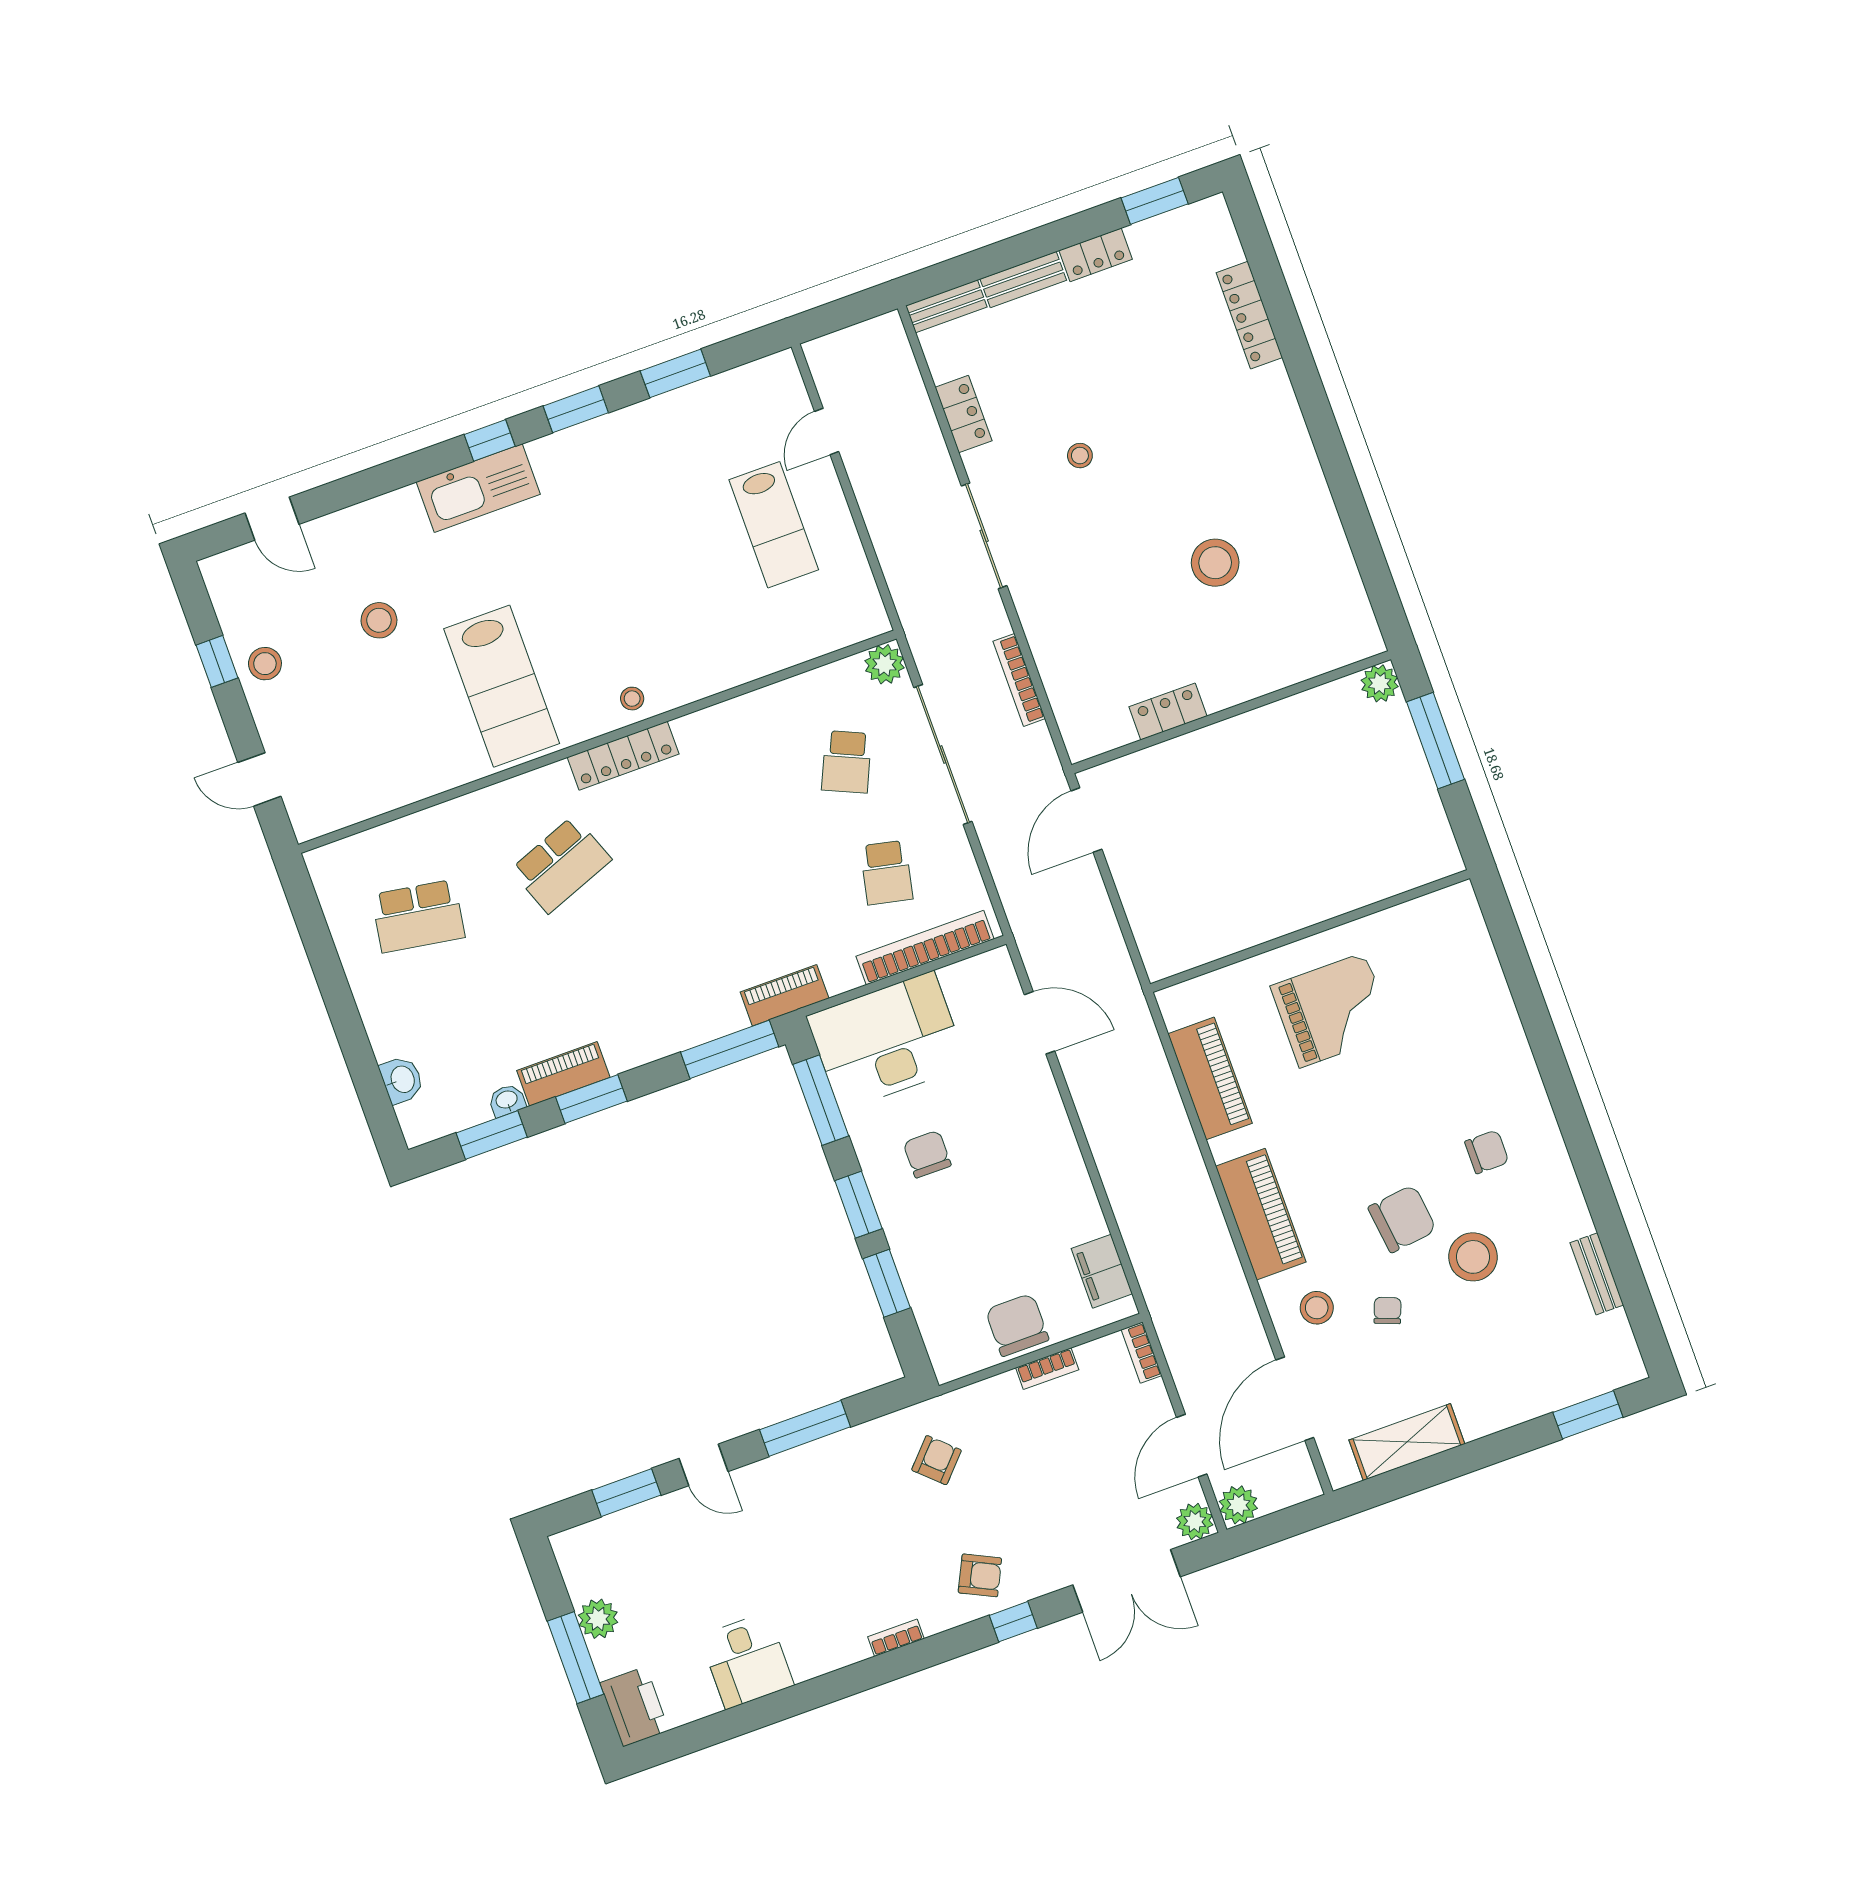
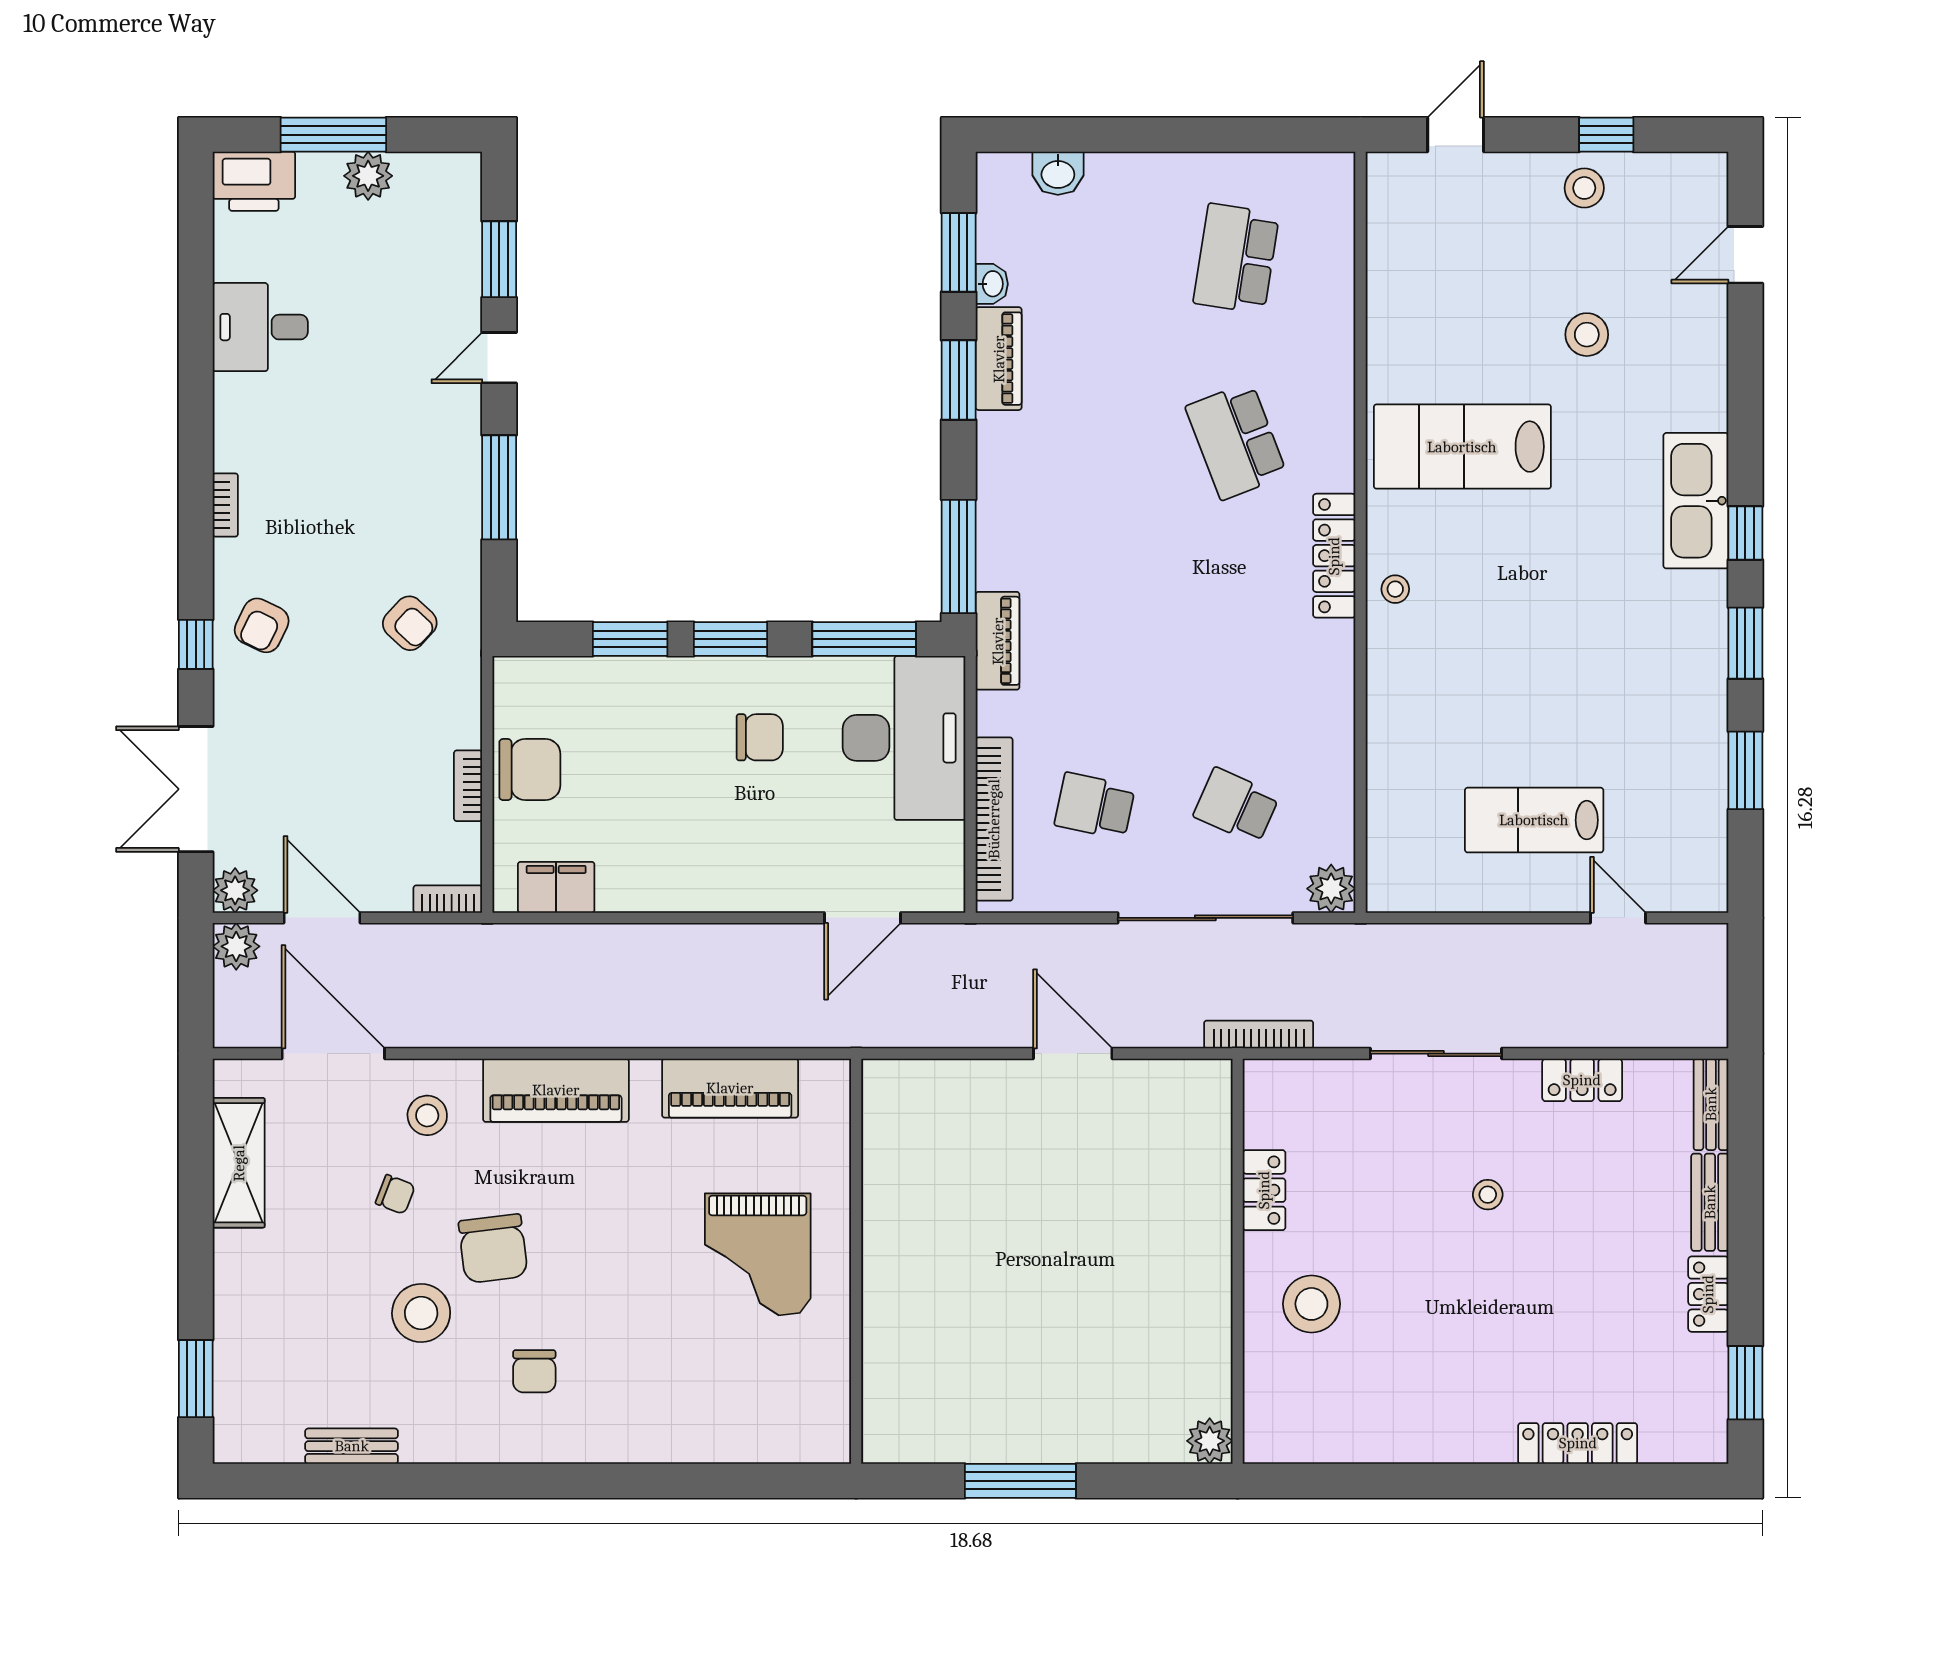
plant: (1380, 683) -> (1210, 1441), moved
locker: (1168, 711) -> (1264, 1190), moved
wall: (1231, 712) -> (1238, 1261), moved

